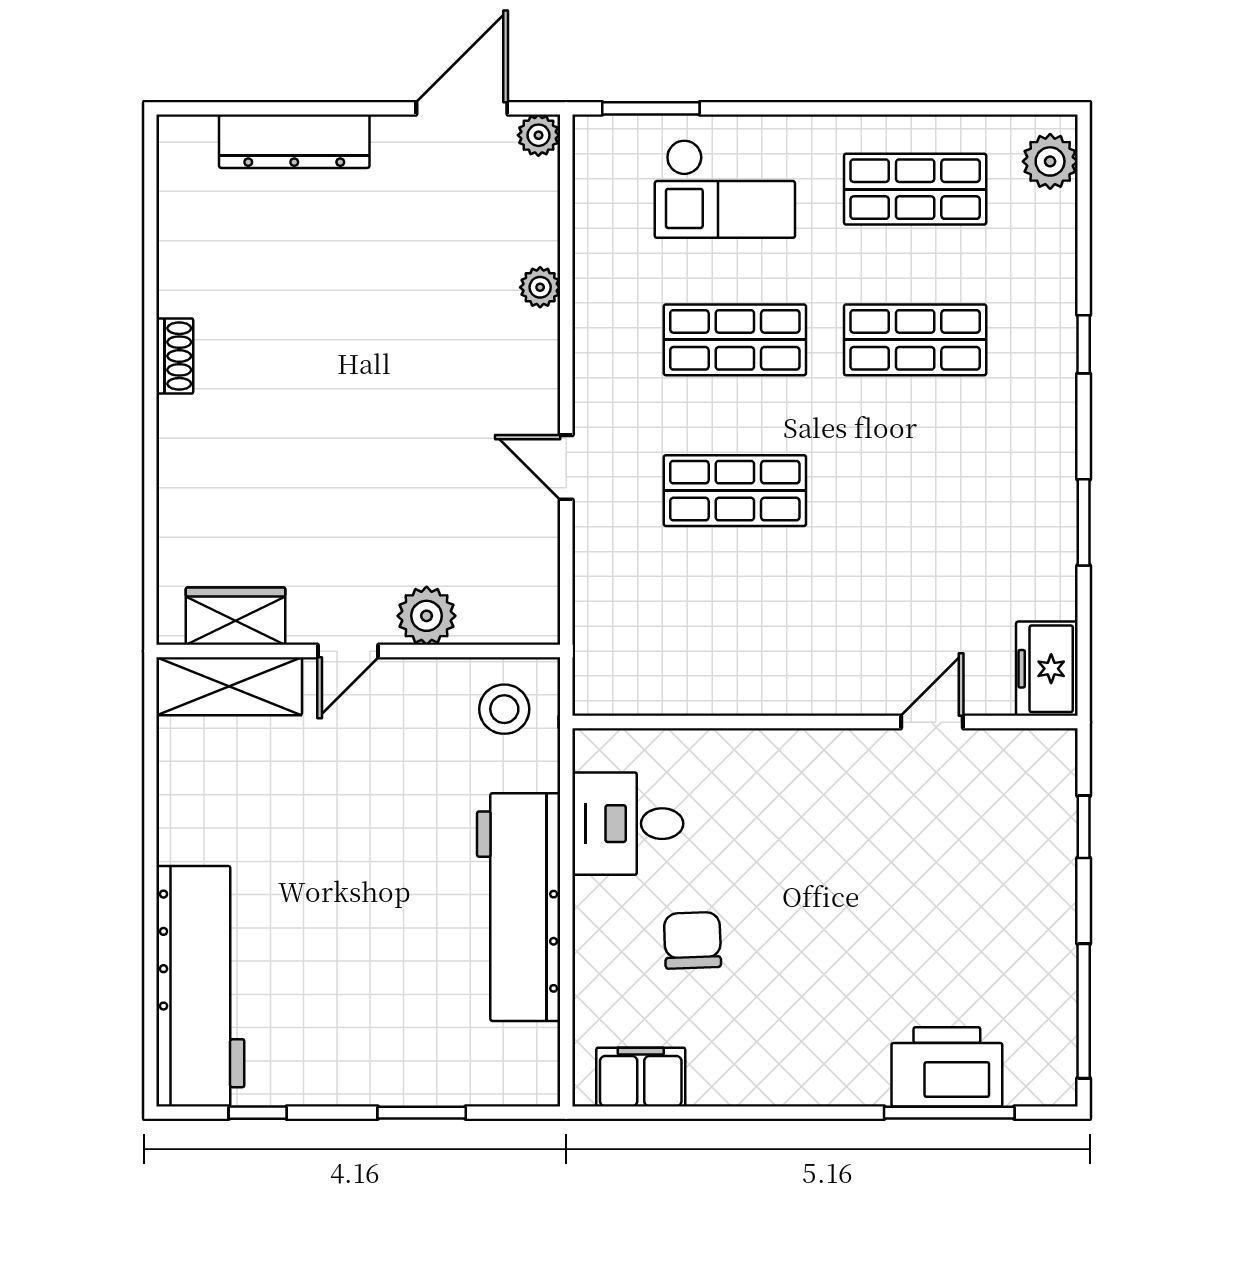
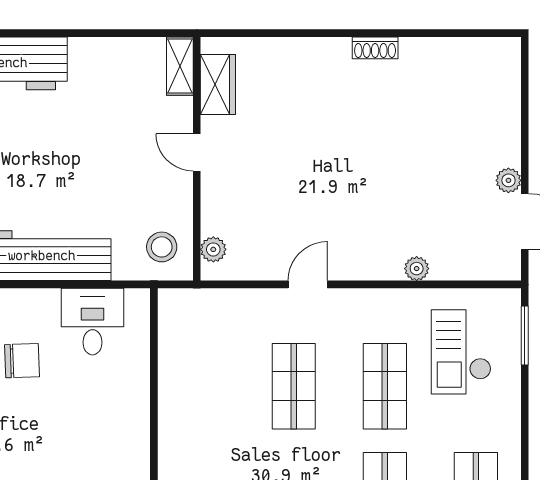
plant: (538, 135) -> (508, 180), moved
dresser: (294, 141) -> (505, 120), removed
checkout: (725, 189) -> (461, 352), moved
plant: (427, 616) -> (213, 249), moved, width x0.73, depth x0.73
shelving: (229, 686) -> (180, 66), width x0.67, depth x0.75

